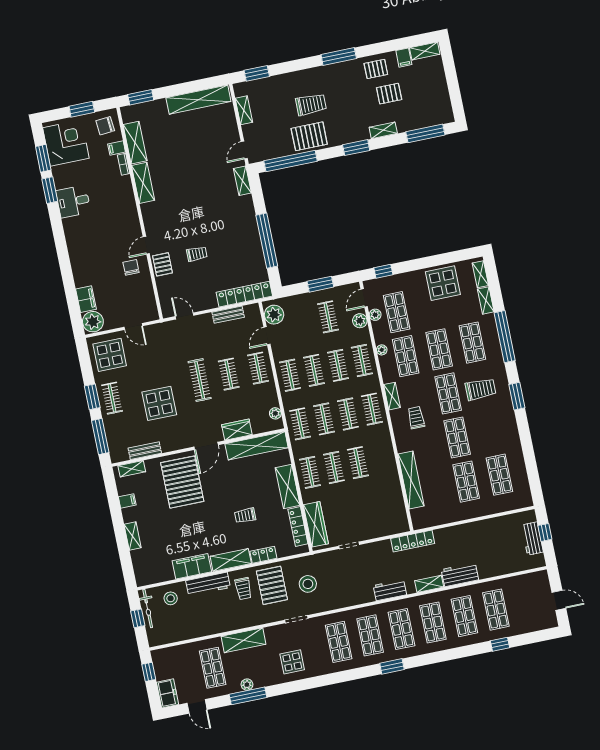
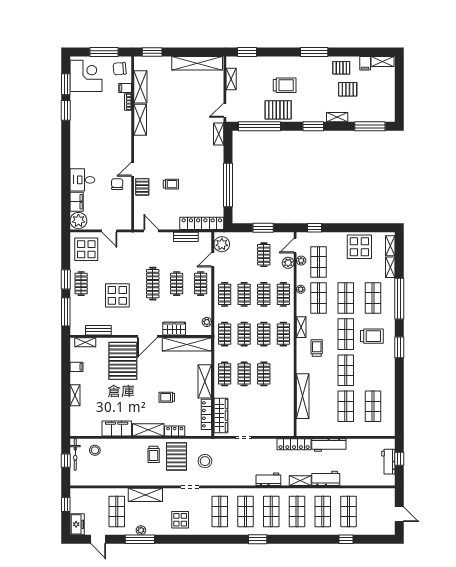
window: (82, 109) -> (104, 52), width x1.44
desk: (73, 201) -> (82, 180), moved
workbench: (208, 584) -> (329, 445), moved

